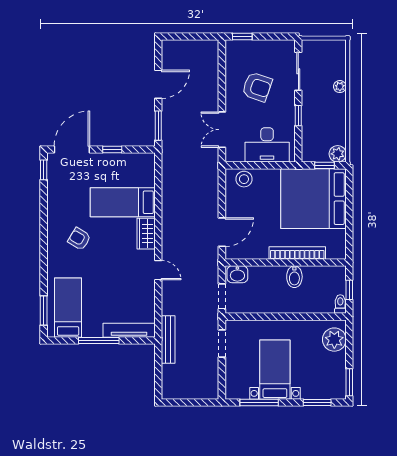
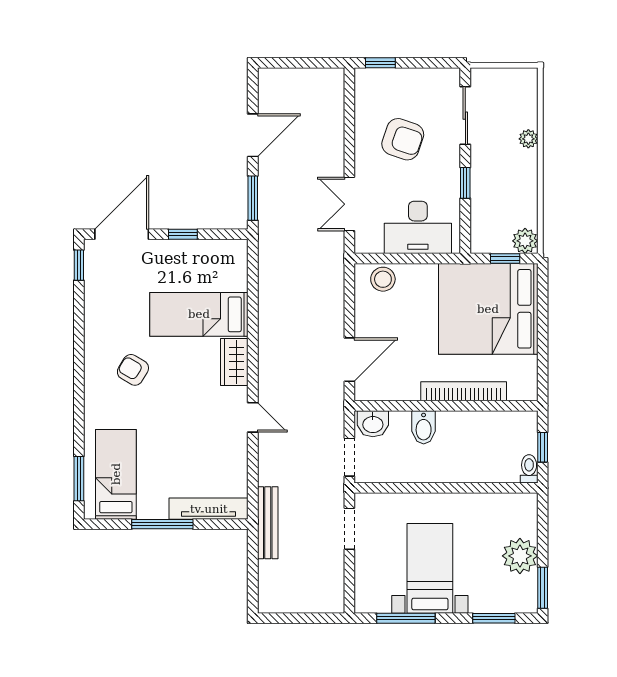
bidet: (294, 277) -> (424, 427), moved
plant: (334, 340) -> (520, 556), moved

